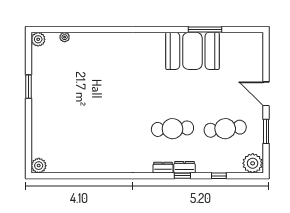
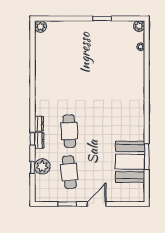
booth: (192, 51) -> (130, 162), moved
plant: (253, 163) -> (42, 166), moved

